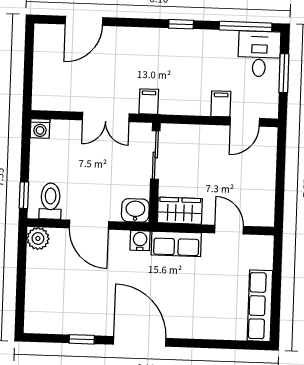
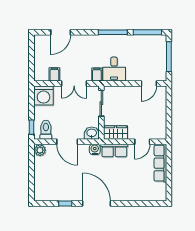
window: (181, 24) -> (113, 32), width x2.17
desk: (259, 54) -> (114, 69), moved, turned 180
window: (284, 73) -> (169, 57), width x1.44
filing cabinet: (221, 104) -> (54, 74), moved
washing machine: (40, 128) -> (43, 96), width x1.89, depth x1.89
door: (229, 230) -> (142, 142), swing flipped
row of seats: (260, 306) -> (160, 163), moved

